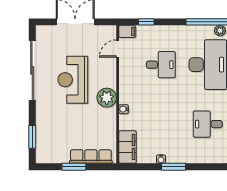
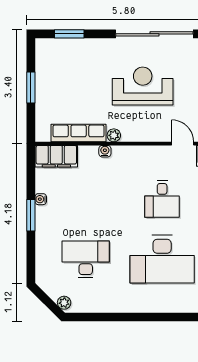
plant: (107, 98) -> (114, 135), width x0.53, depth x0.53
desk: (208, 124) -> (86, 259), width x1.37
row of seats: (91, 157) -> (79, 133), moved, turned -90

